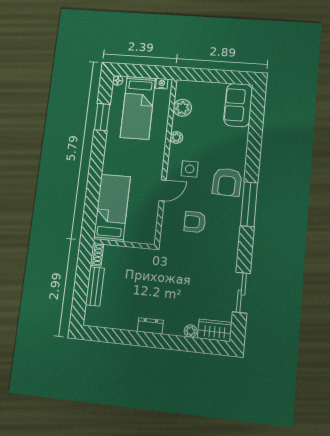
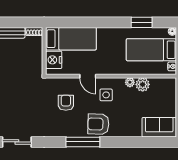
plant: (182, 108) -> (143, 84), moved
nightstand: (137, 233) -> (54, 60), added

